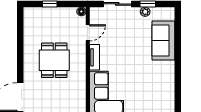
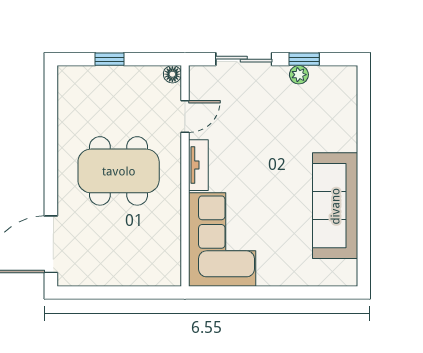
sofa: (163, 41) -> (335, 206), moved, width x1.36
dining table: (54, 60) -> (119, 171), width x1.37

